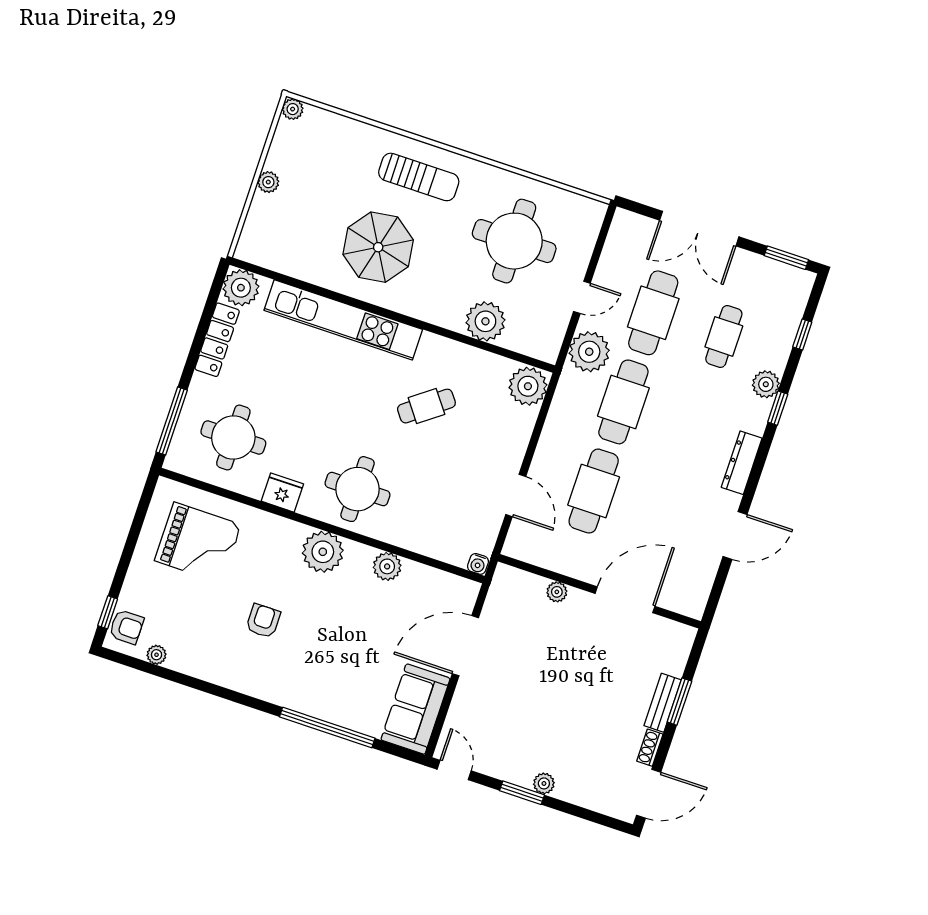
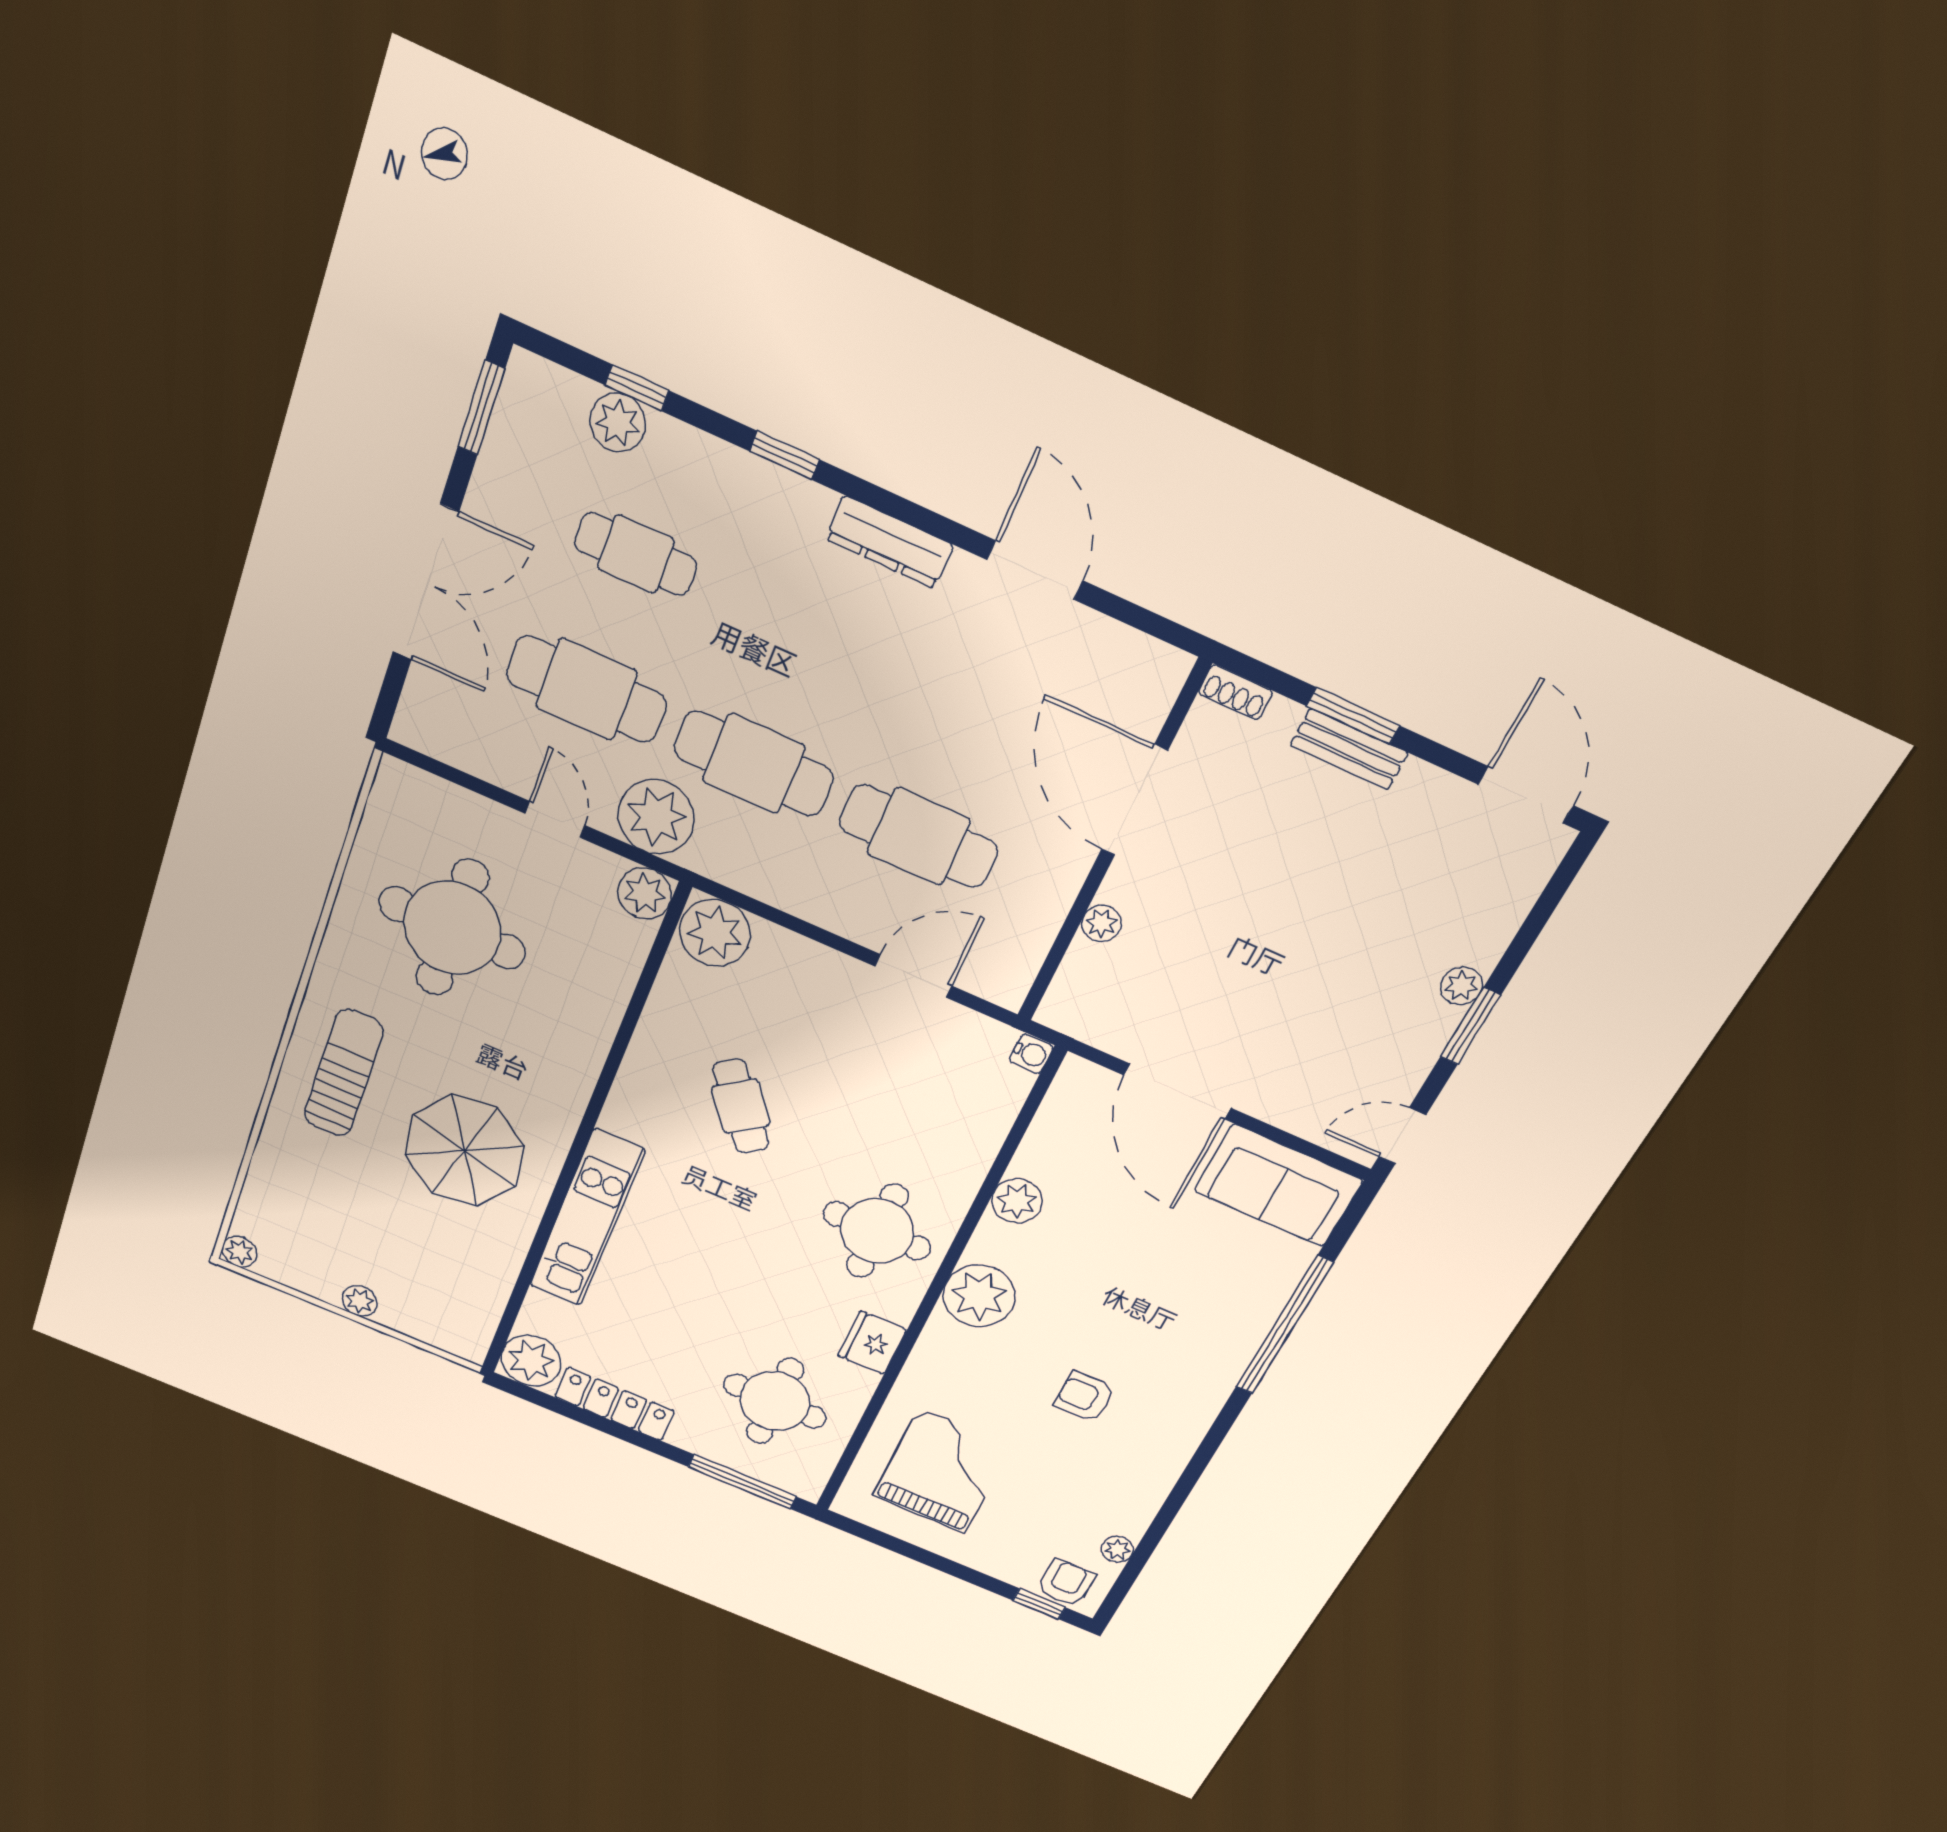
kitchen unit: (343, 320) -> (587, 1218), width x0.73
plant: (485, 321) -> (645, 894), moved, width x0.73, depth x0.73
plant: (766, 384) -> (618, 423), moved
shoe rack: (650, 748) -> (1235, 692), moved

